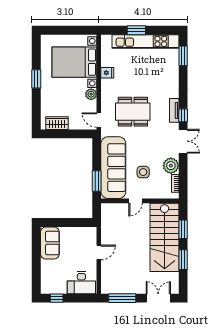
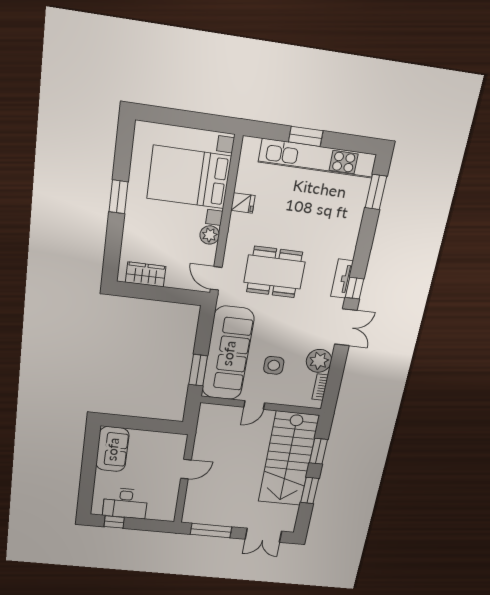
desk: (81, 283) -> (125, 503), moved
double door: (158, 298) -> (263, 535), swing flipped

